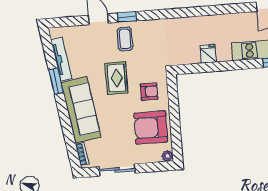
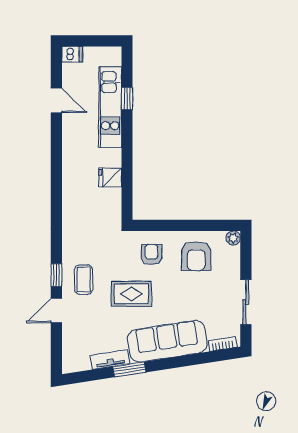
coffee table: (125, 39) -> (84, 280), turned 90
tv unit: (61, 59) -> (110, 360), width x0.71
armchair: (151, 127) -> (196, 256), width x0.73, depth x0.73

